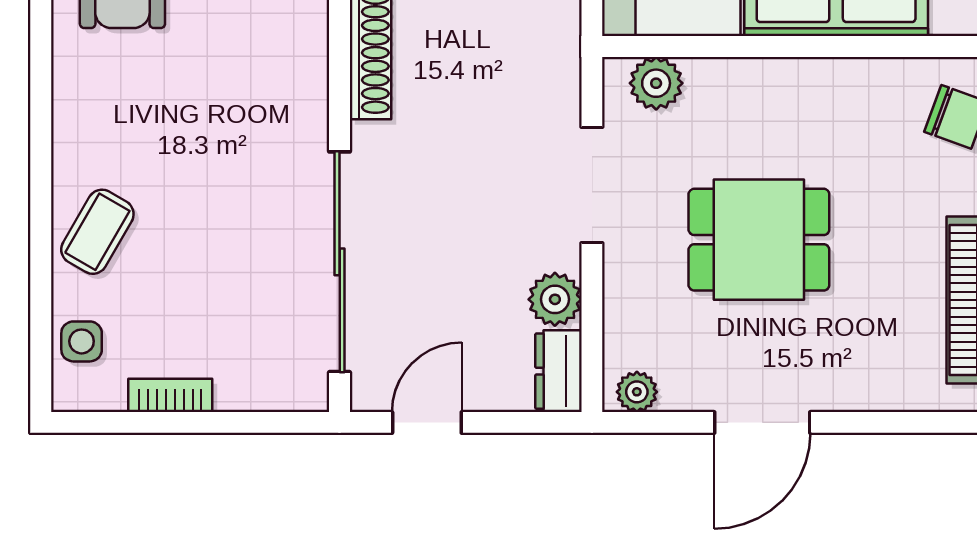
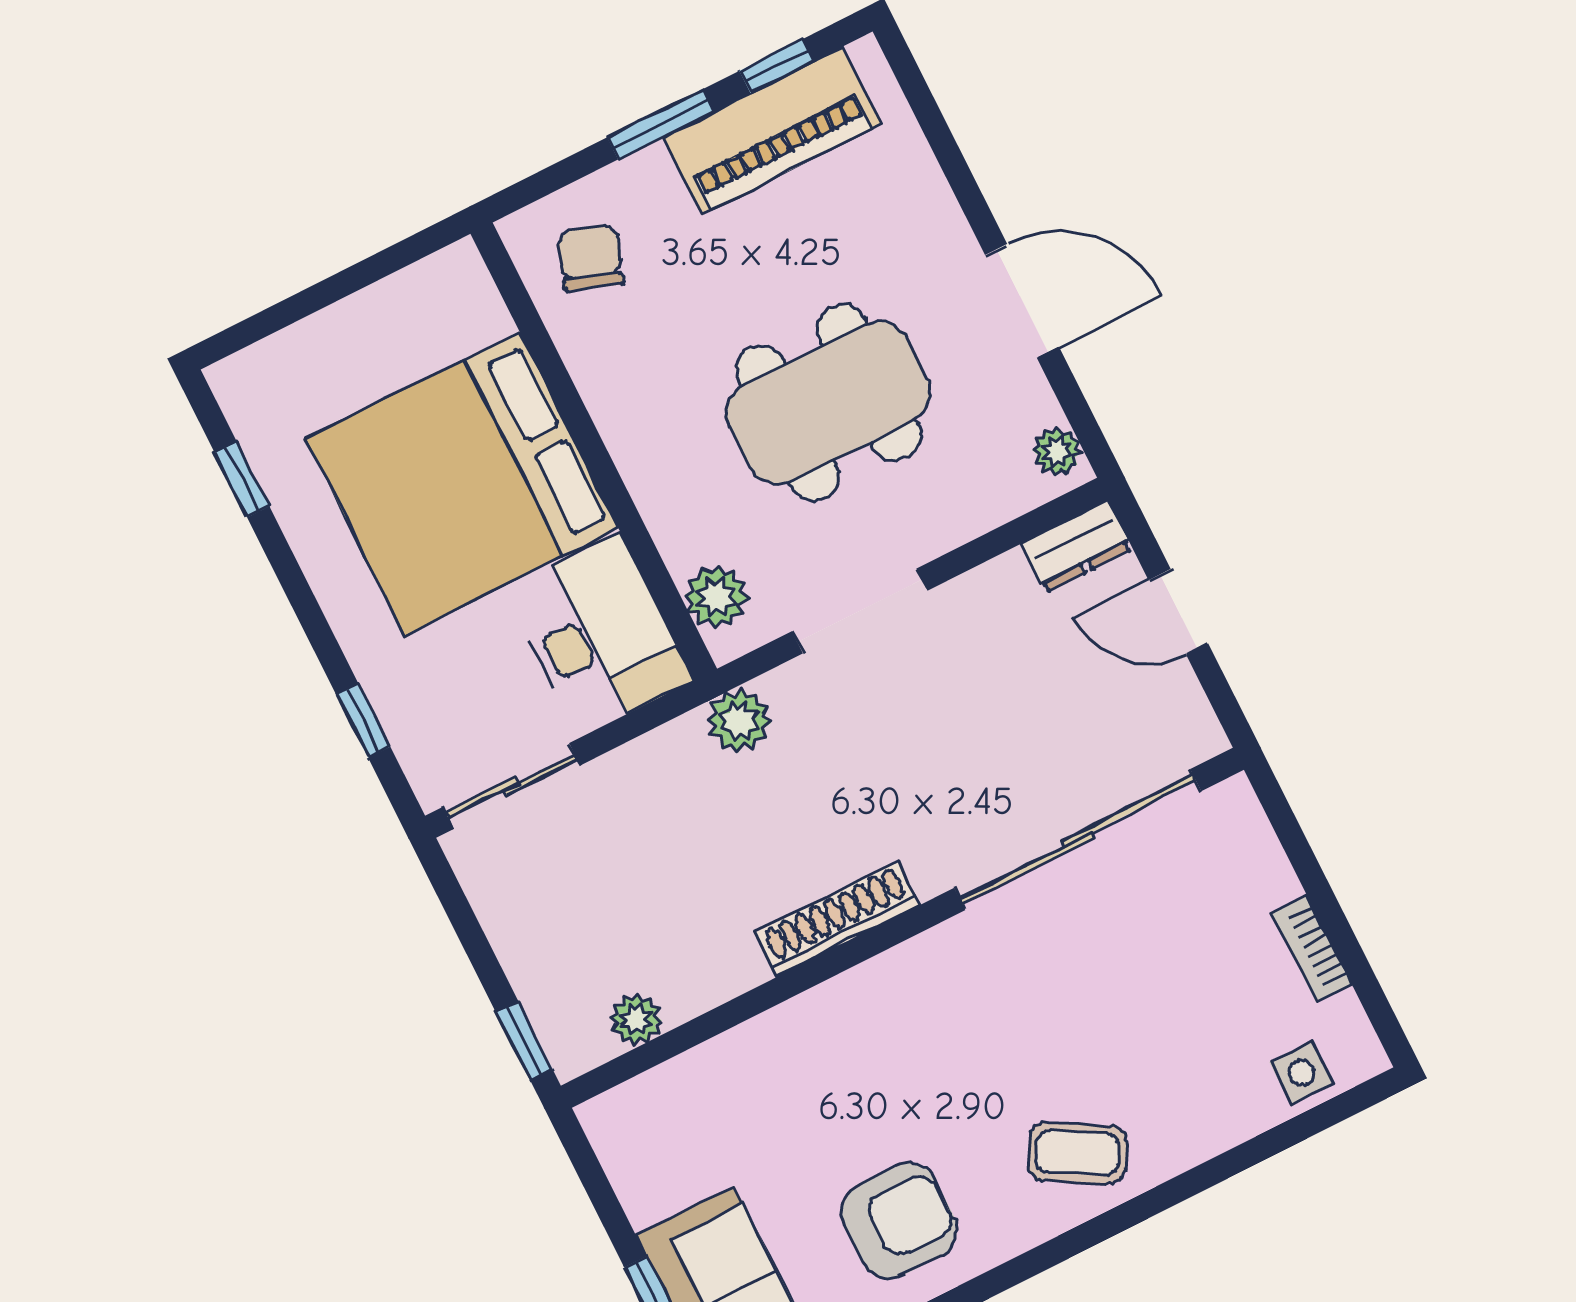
coffee table: (97, 232) -> (1077, 1153), moved
dining table: (759, 240) -> (828, 403), width x1.37
plant: (555, 299) -> (739, 721), moved
door: (427, 422) -> (1178, 612), moved

